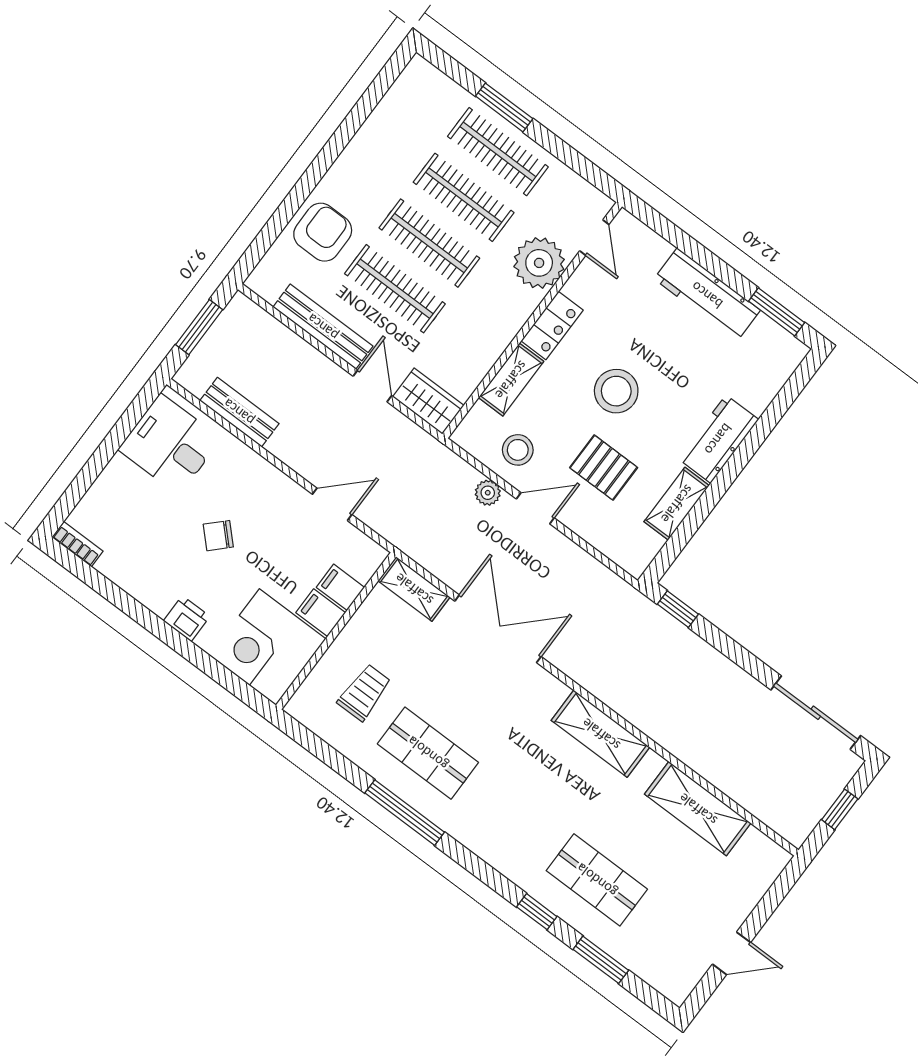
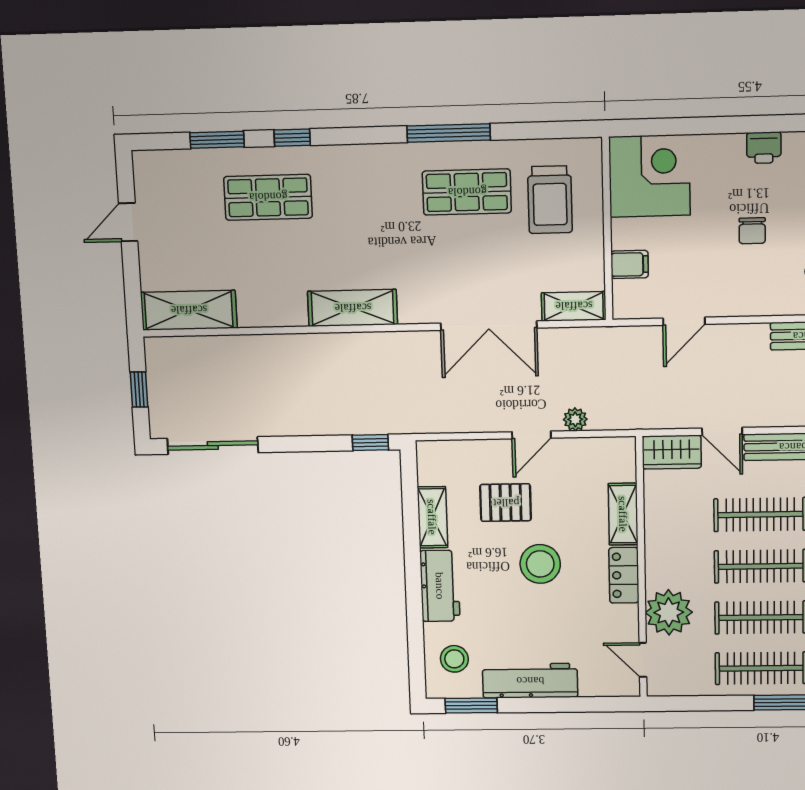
stool: (518, 450) -> (454, 659), moved
chair: (218, 536) -> (752, 231), turned 135
filing cabinet: (321, 613) -> (630, 234), removed
printer: (187, 619) -> (764, 148), moved
trolley: (364, 692) -> (550, 200), width x1.36, depth x1.39
shelving: (698, 809) -> (189, 310), moved

